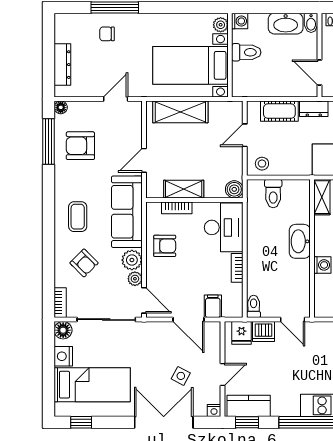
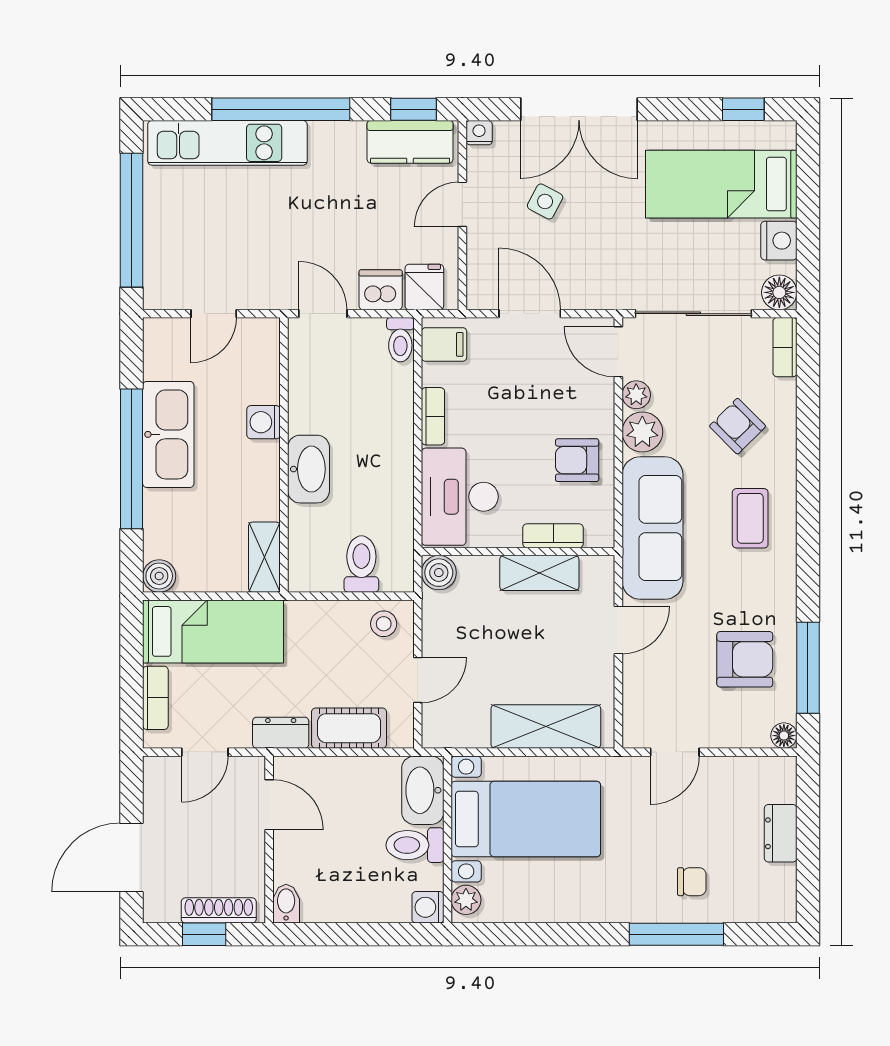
washbasin: (286, 24) -> (423, 790), moved, turned -90
dresser: (62, 65) -> (781, 833), width x0.70
filing cabinet: (213, 306) -> (444, 344), moved, turned -90

